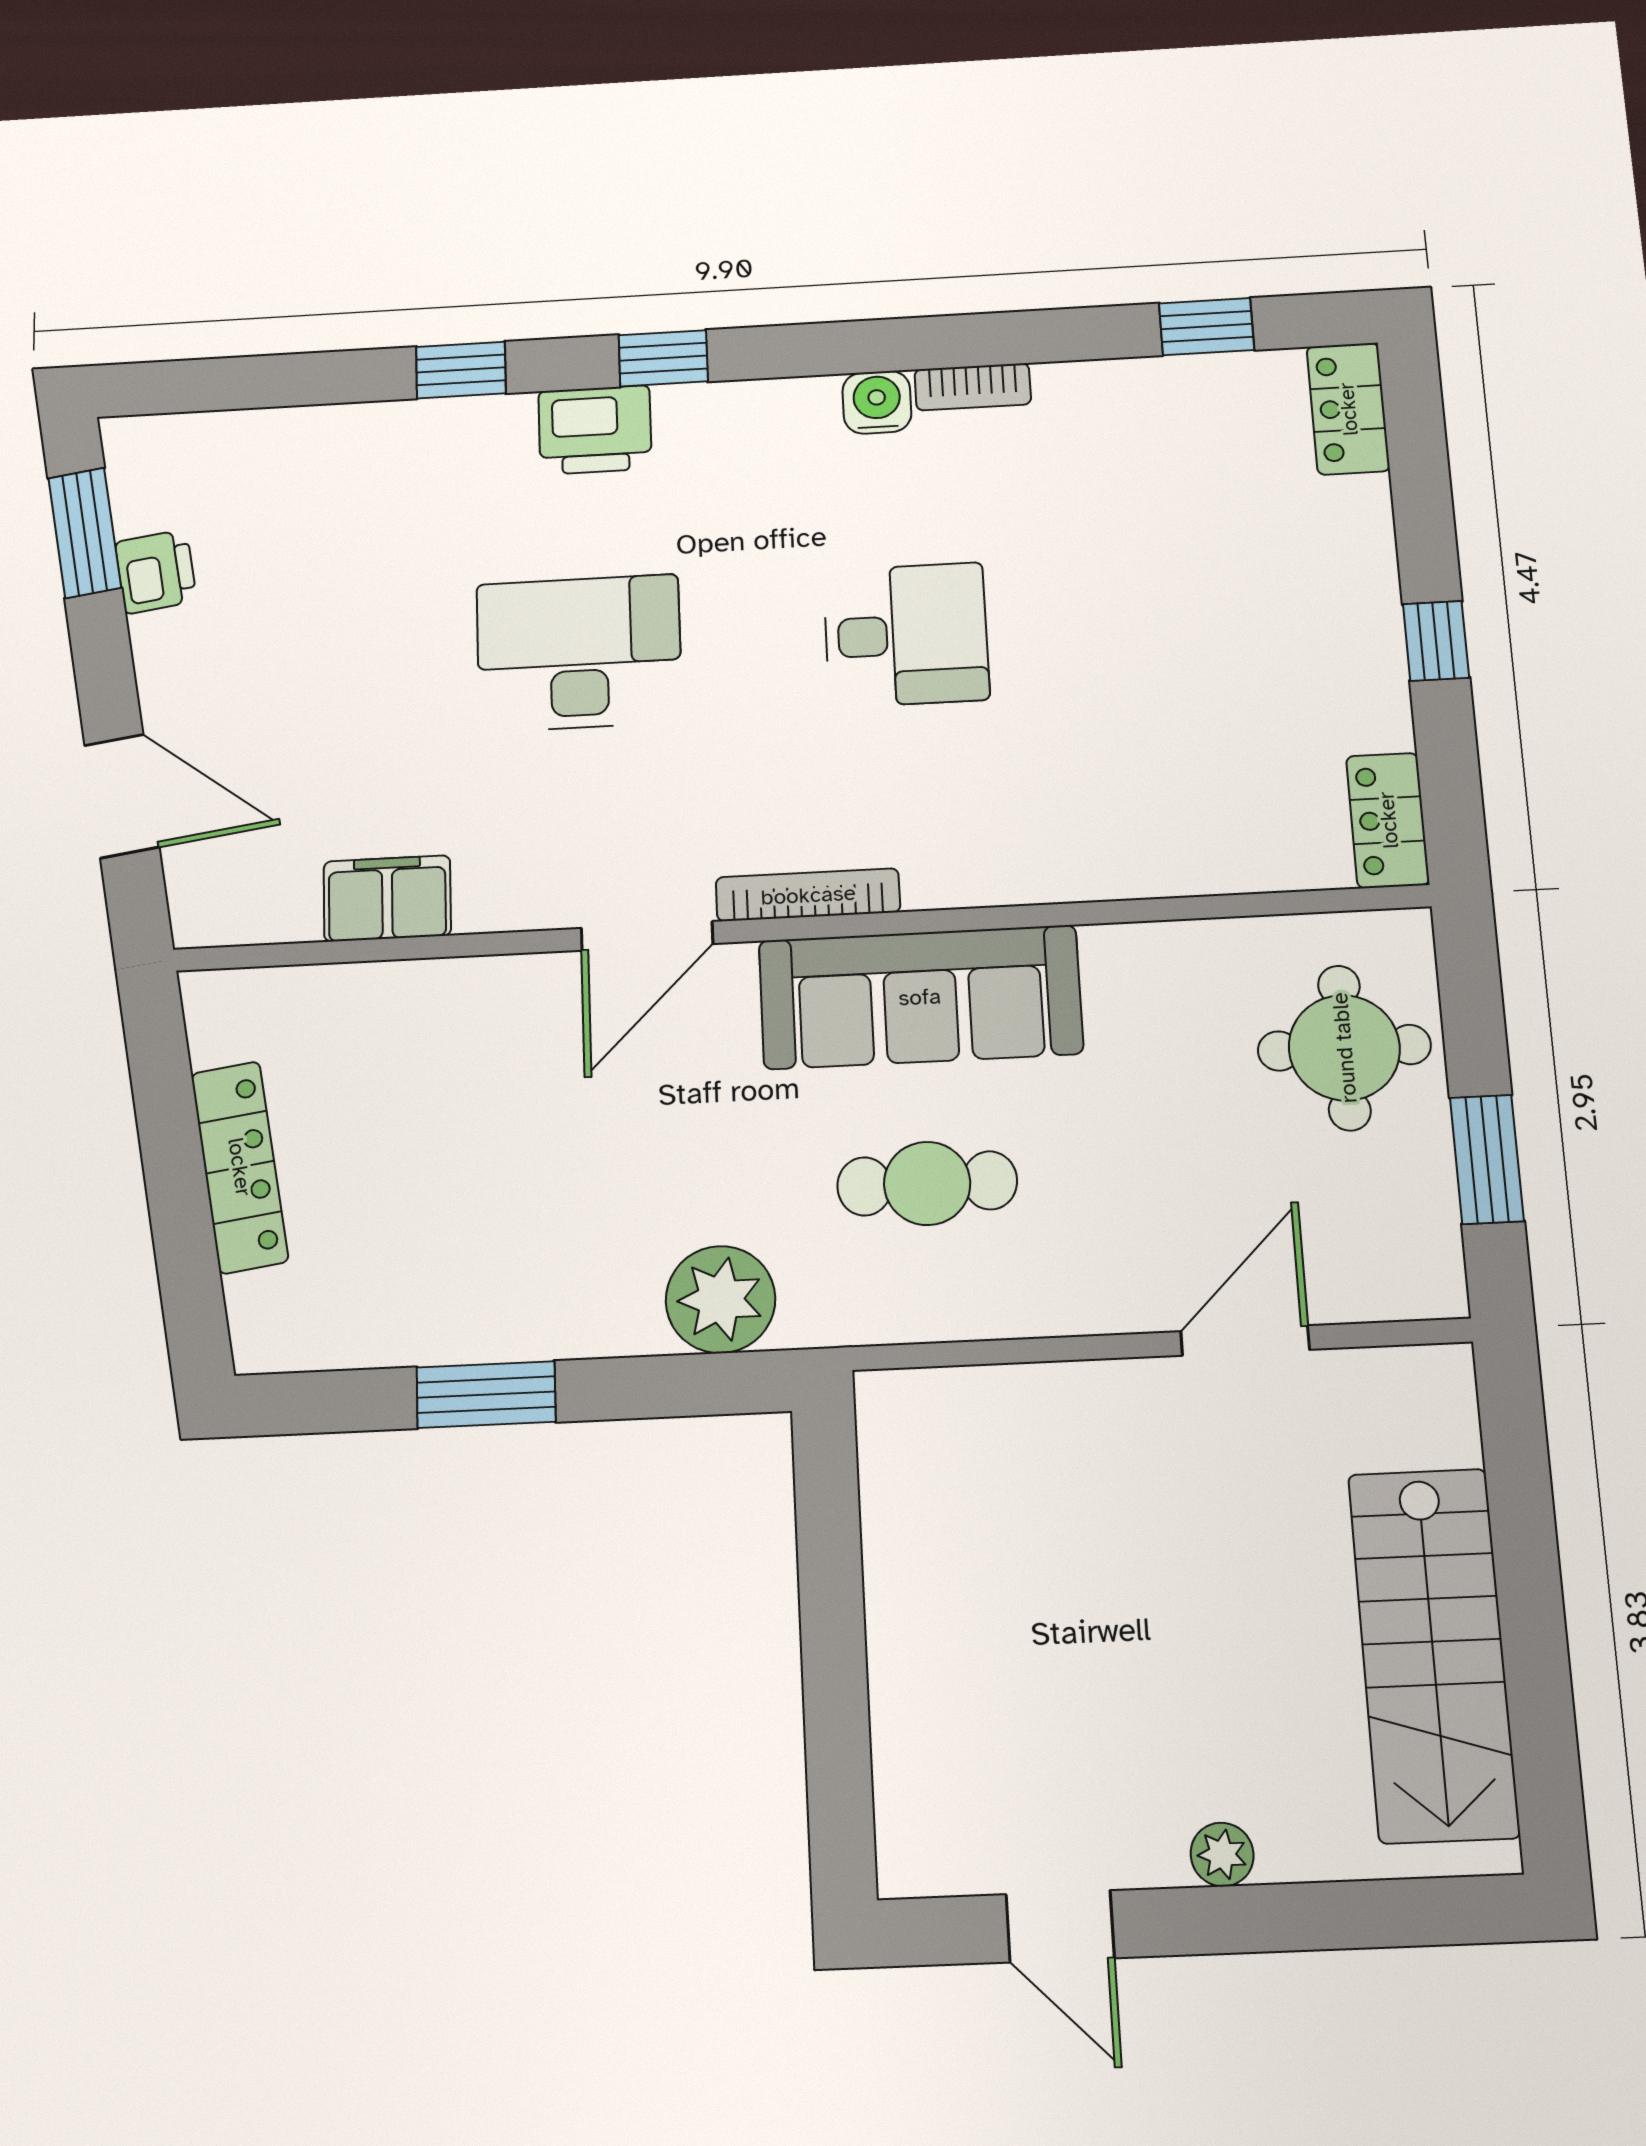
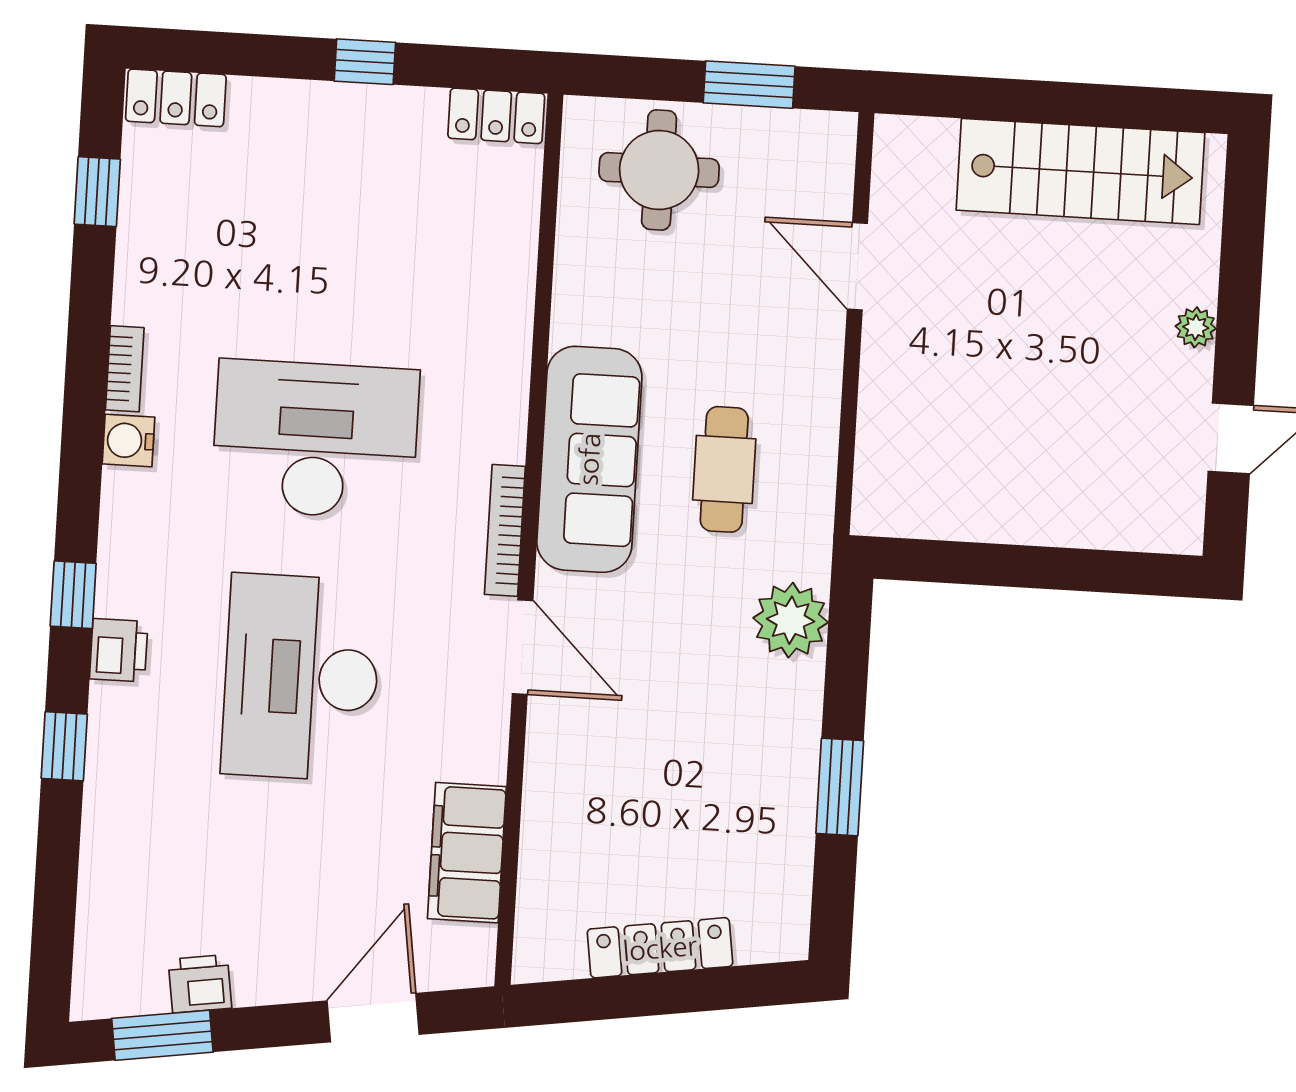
printer: (595, 430) -> (119, 650), width x0.73, depth x0.81
desk: (906, 635) -> (315, 439), width x1.87, depth x1.30
desk: (579, 653) -> (301, 677), width x1.36, depth x1.30
filing cabinet: (387, 898) -> (467, 853), width x1.50, depth x1.17

